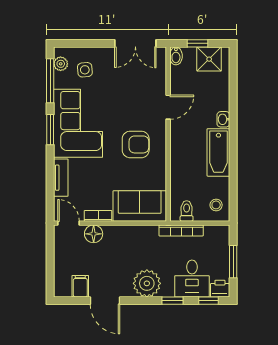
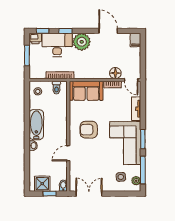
desk: (192, 279) -> (57, 45), width x1.37
filing cabinet: (80, 286) -> (135, 40), moved

